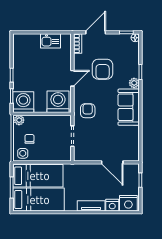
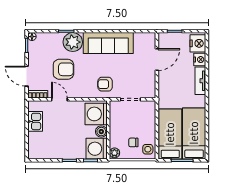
door: (72, 78) -> (59, 99), moved
plant: (134, 83) -> (73, 42), width x1.88, depth x1.88
boiler: (40, 107) -> (101, 132), added
sofa: (129, 107) -> (108, 43), width x1.36

